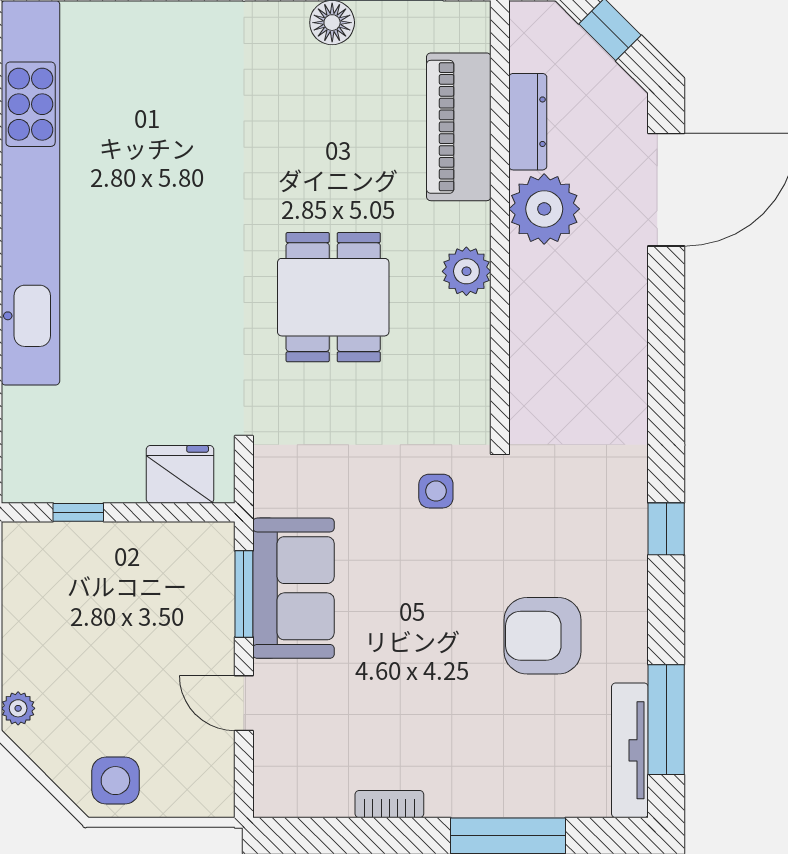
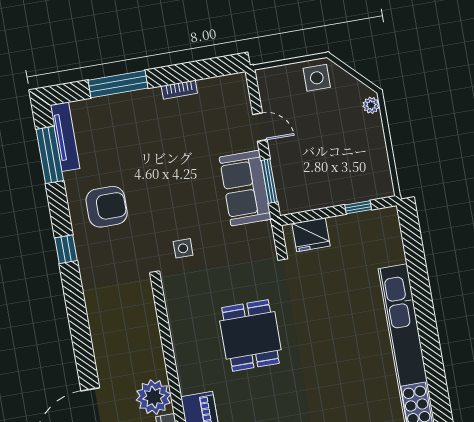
plant: (466, 271) -> (187, 360), removed
armchair: (543, 636) -> (107, 207), moved

